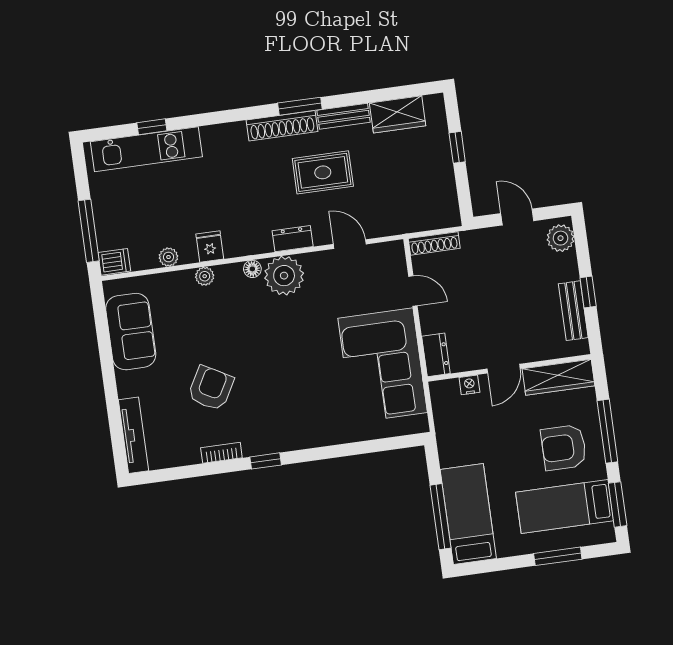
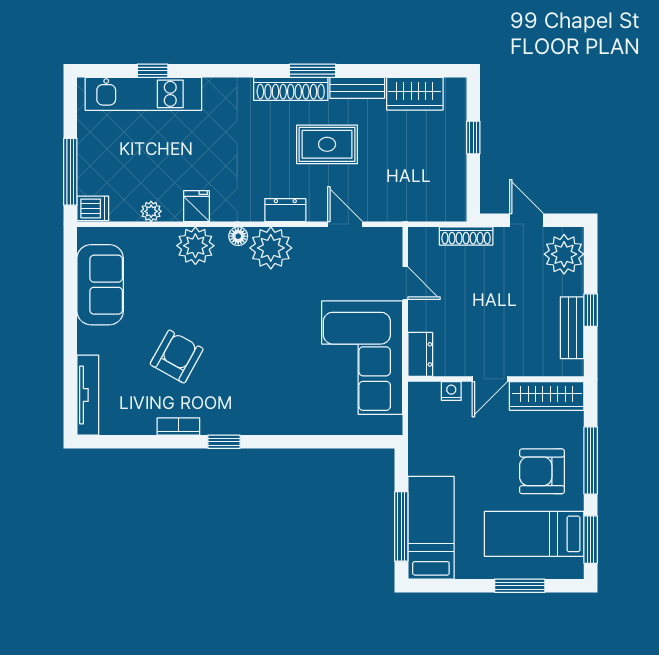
plant: (561, 238) -> (564, 254), width x1.36, depth x1.36
shoe rack: (434, 243) -> (466, 236), moved
plant: (205, 276) -> (195, 246), width x1.88, depth x1.88

